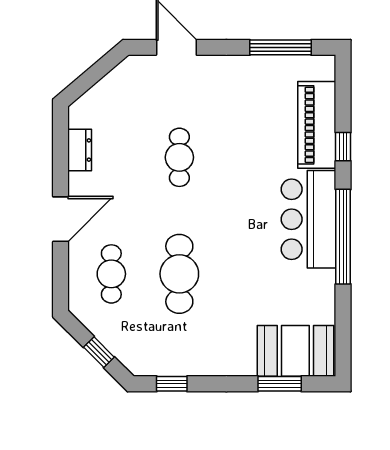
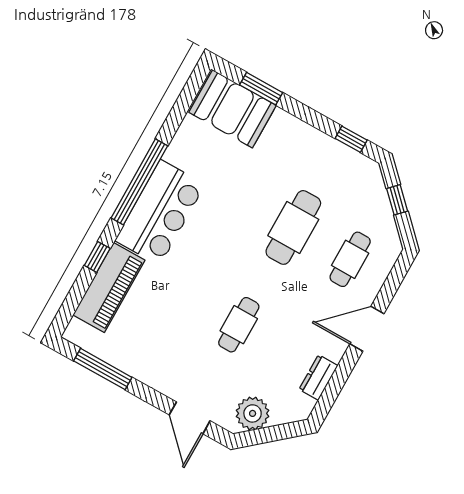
plant: (121, 84) -> (253, 413), added

